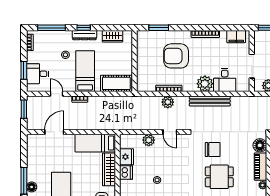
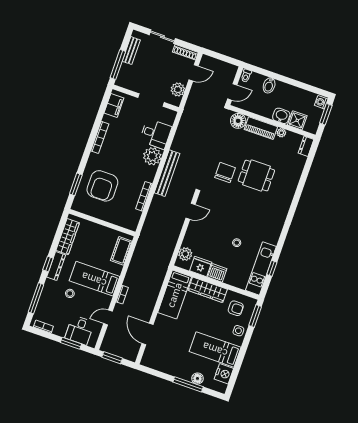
wardrobe: (113, 36) -> (68, 237), width x1.50
armchair: (176, 56) -> (102, 186), moved
cot: (116, 83) -> (121, 251), width x0.73, depth x0.75
bench: (210, 101) -> (167, 173), moved
plant: (168, 102) -> (158, 202), removed
plant: (149, 140) -> (185, 254), moved
dining table: (219, 177) -> (256, 176), turned 90

